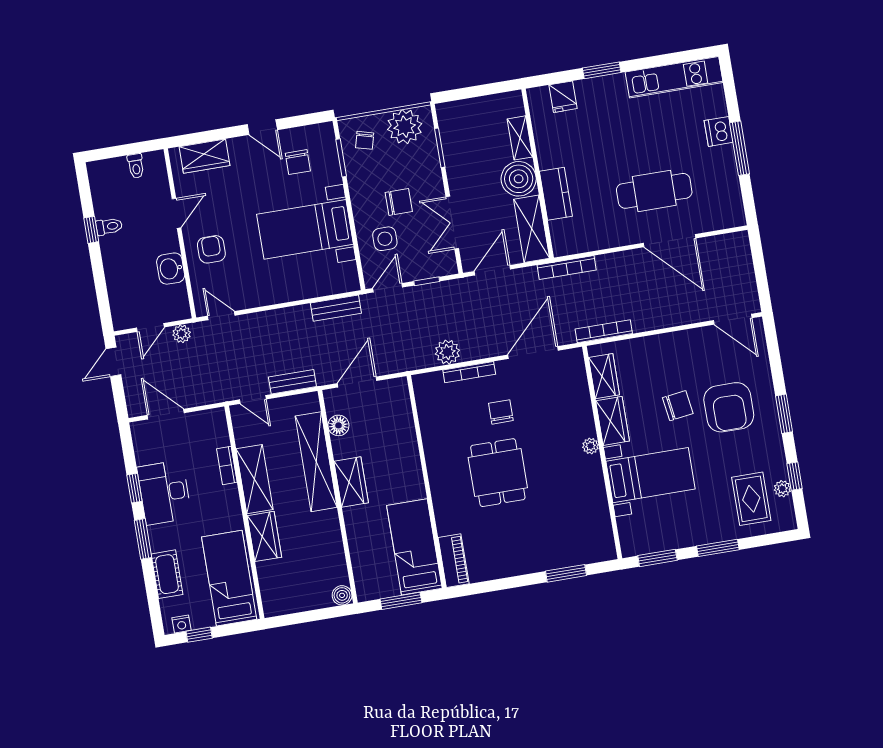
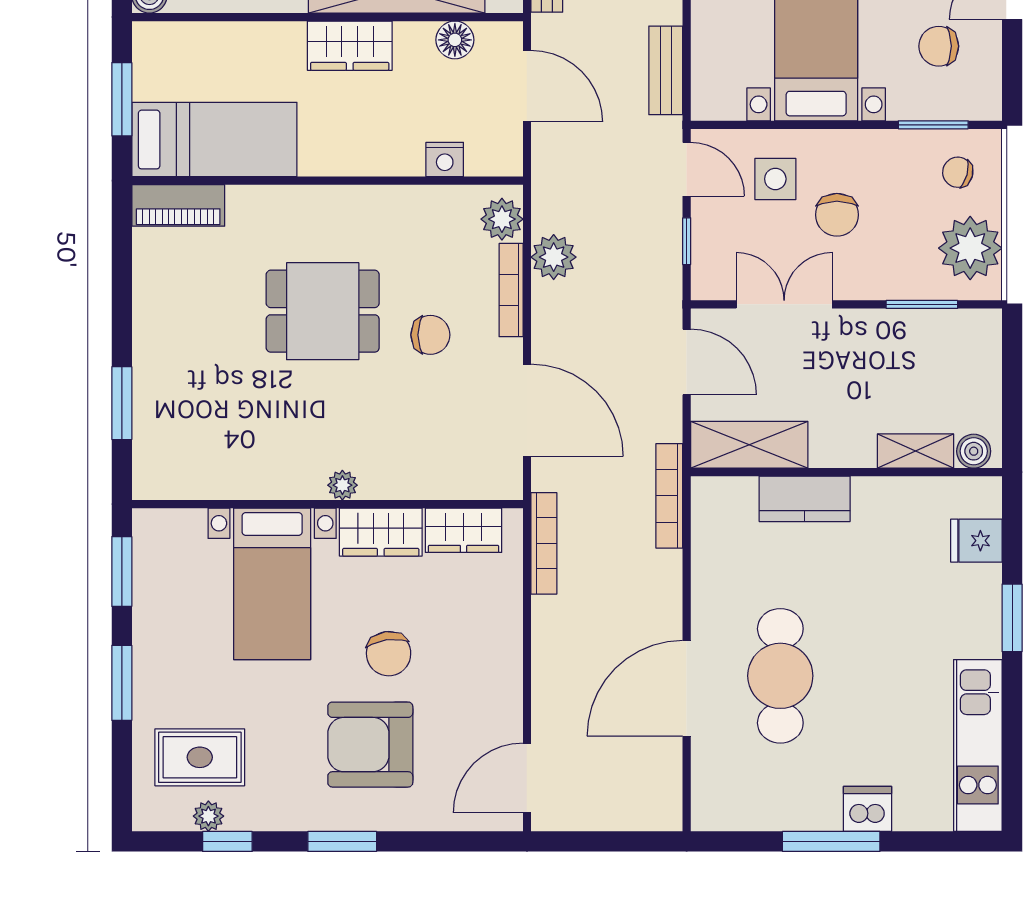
boiler: (519, 179) -> (974, 451), moved, width x0.54, depth x0.54
plant: (432, 384) -> (502, 219), added
nightstand: (404, 420) -> (445, 159), added

